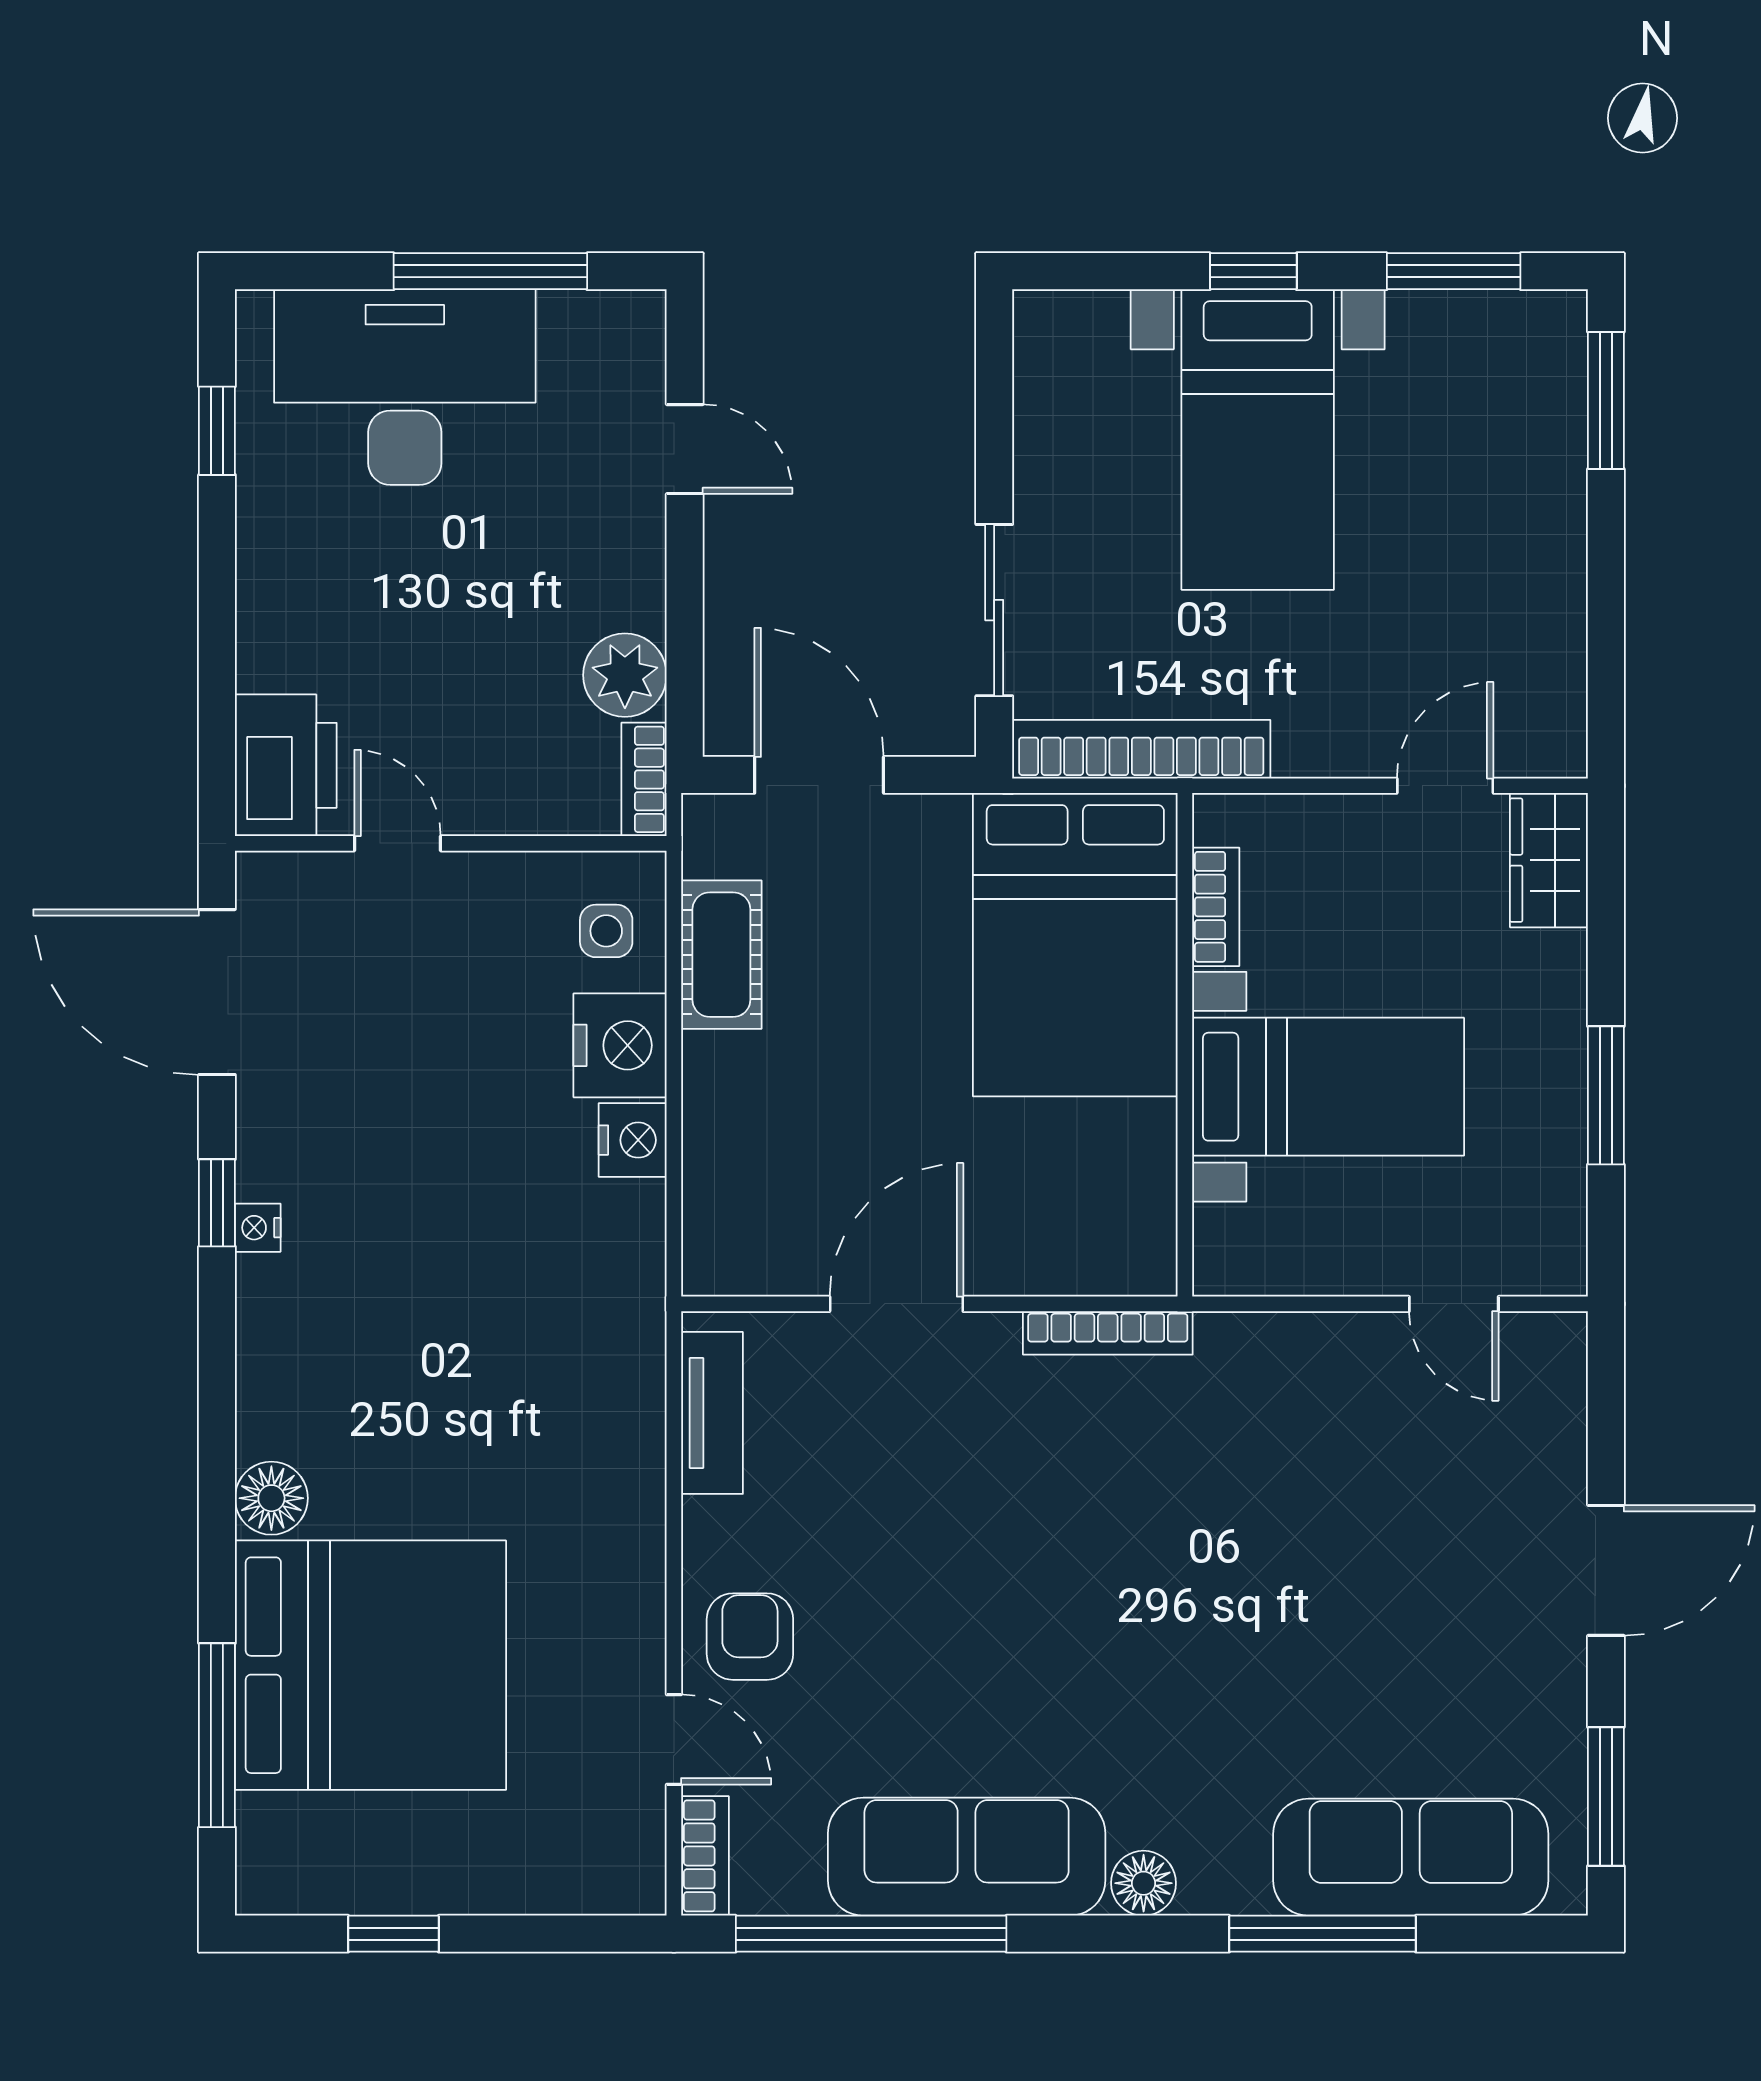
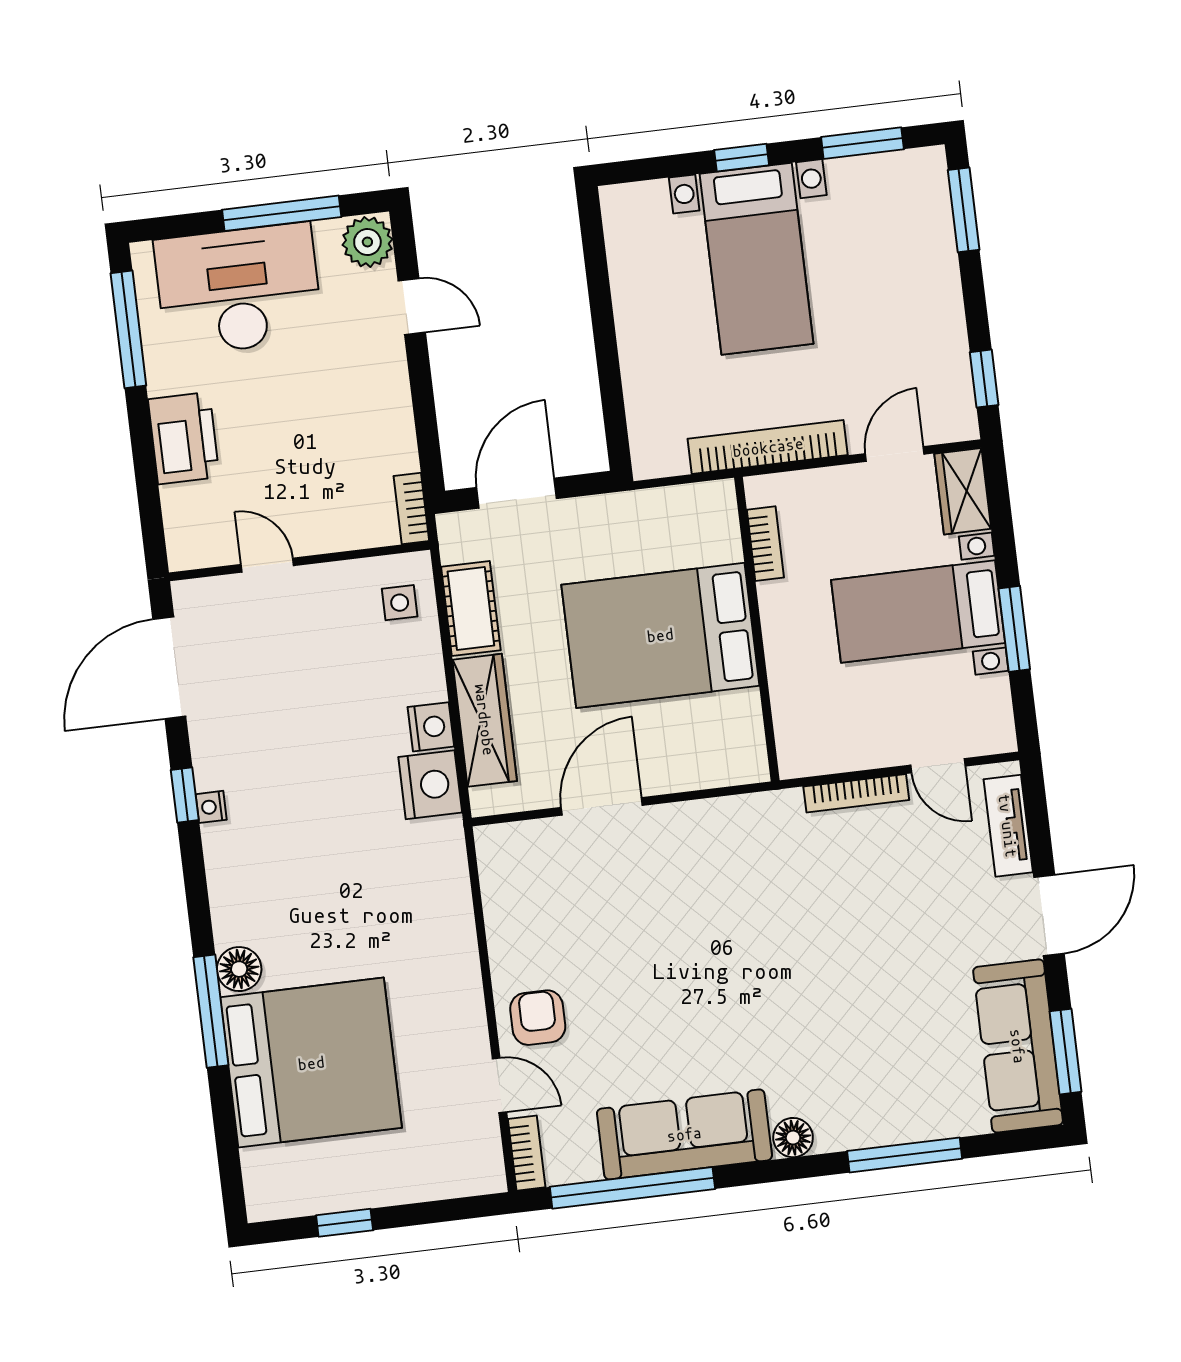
window: (217, 431) -> (128, 329), width x2.17
sliding door: (994, 610) -> (610, 381), removed
plant: (625, 675) -> (367, 242), moved
window: (1606, 680) -> (984, 379), added
bookcase: (1141, 749) -> (768, 447), moved
printer: (286, 765) -> (184, 438), moved
door: (819, 775) -> (517, 493), hinge flipped
bed: (1075, 945) -> (660, 635), moved, turned 90
door: (217, 992) -> (169, 668), hinge flipped
nightstand: (620, 1045) -> (430, 785), moved
bed with nightstands: (1328, 1087) -> (918, 611), moved, turned 180
wardrobe: (722, 1140) -> (485, 720), added
bookcase: (1108, 1333) -> (856, 793), moved
tv unit: (712, 1413) -> (1008, 826), moved, turned 180
window: (217, 1735) -> (211, 1011), moved
sofa: (1411, 1857) -> (1018, 1046), moved, turned -90

